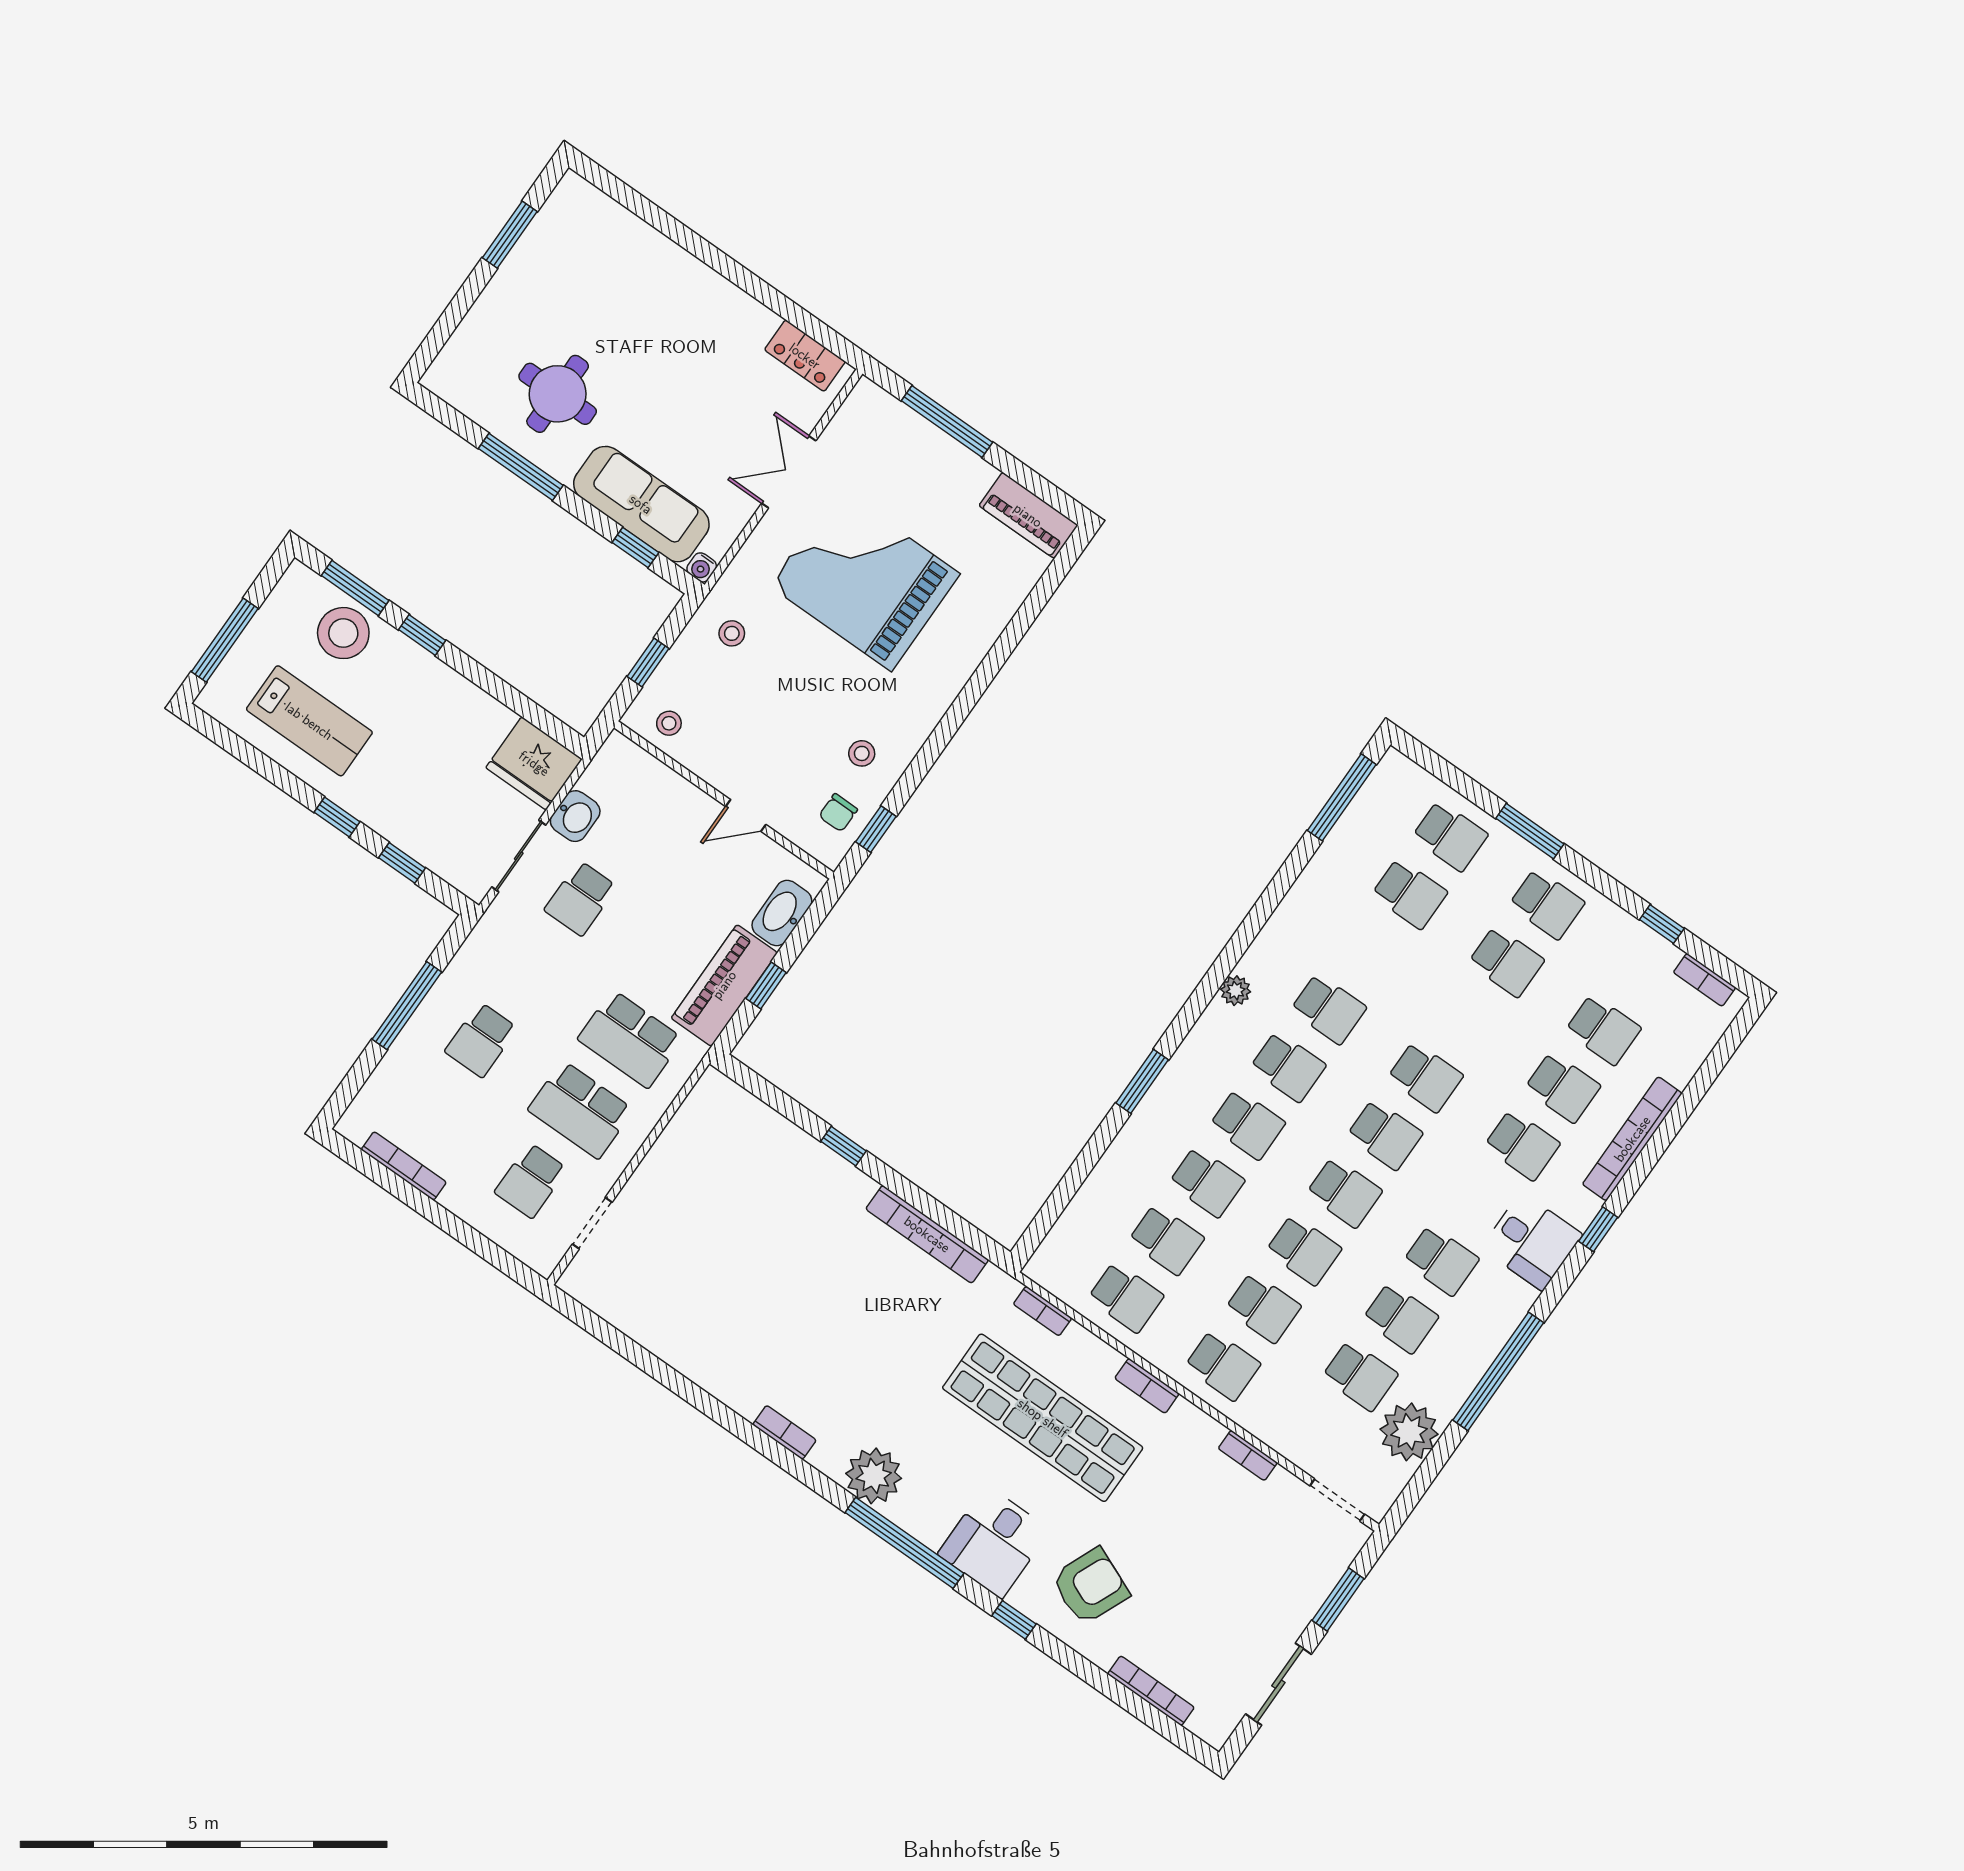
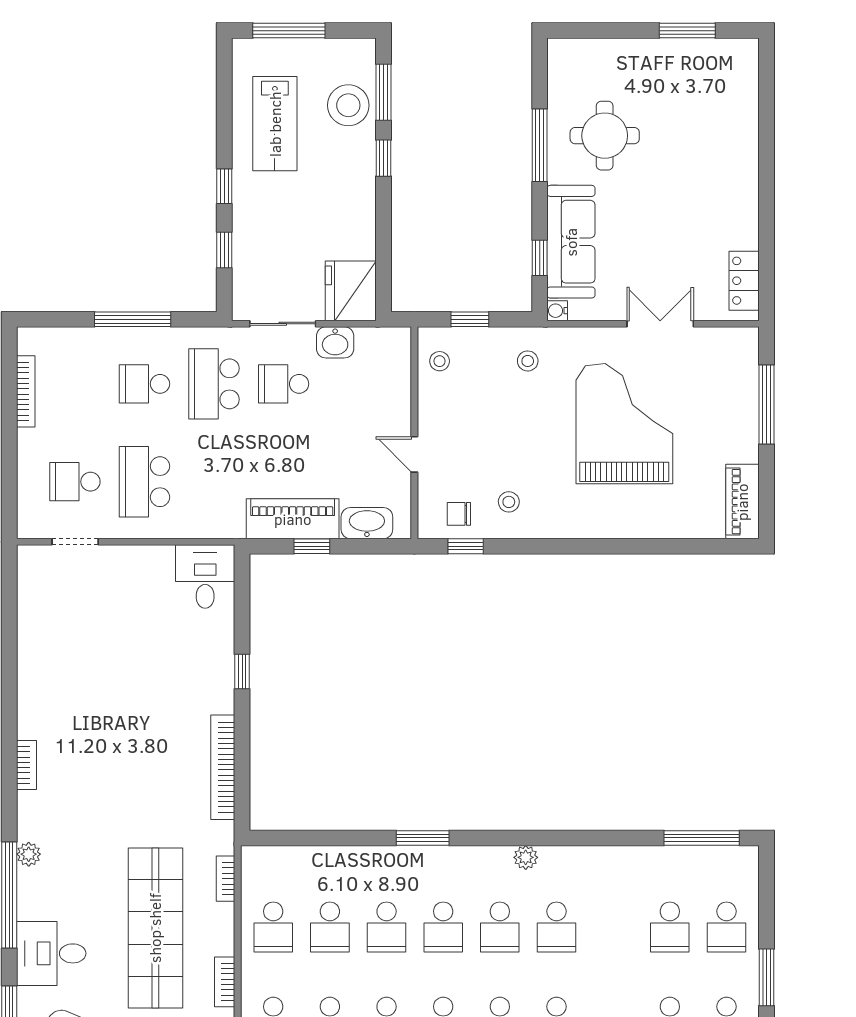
school desk: (630, 1039) -> (214, 384), moved
desk: (721, 1116) -> (205, 577), added
plant: (874, 1476) -> (29, 854), width x0.53, depth x0.53

